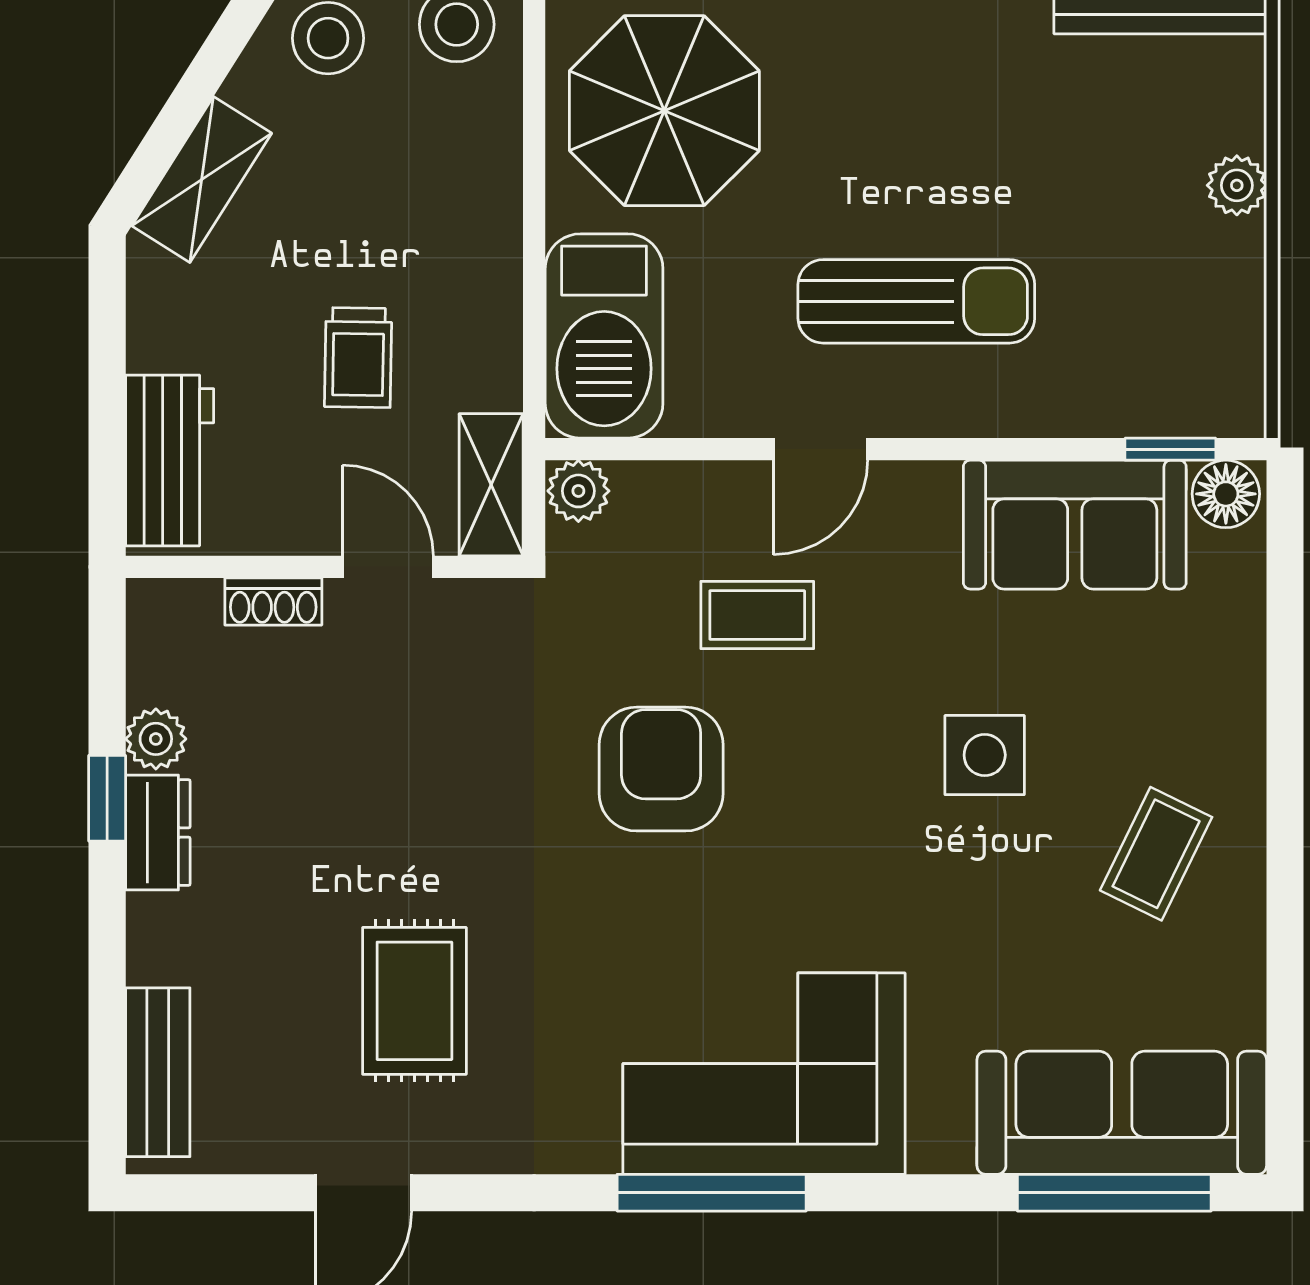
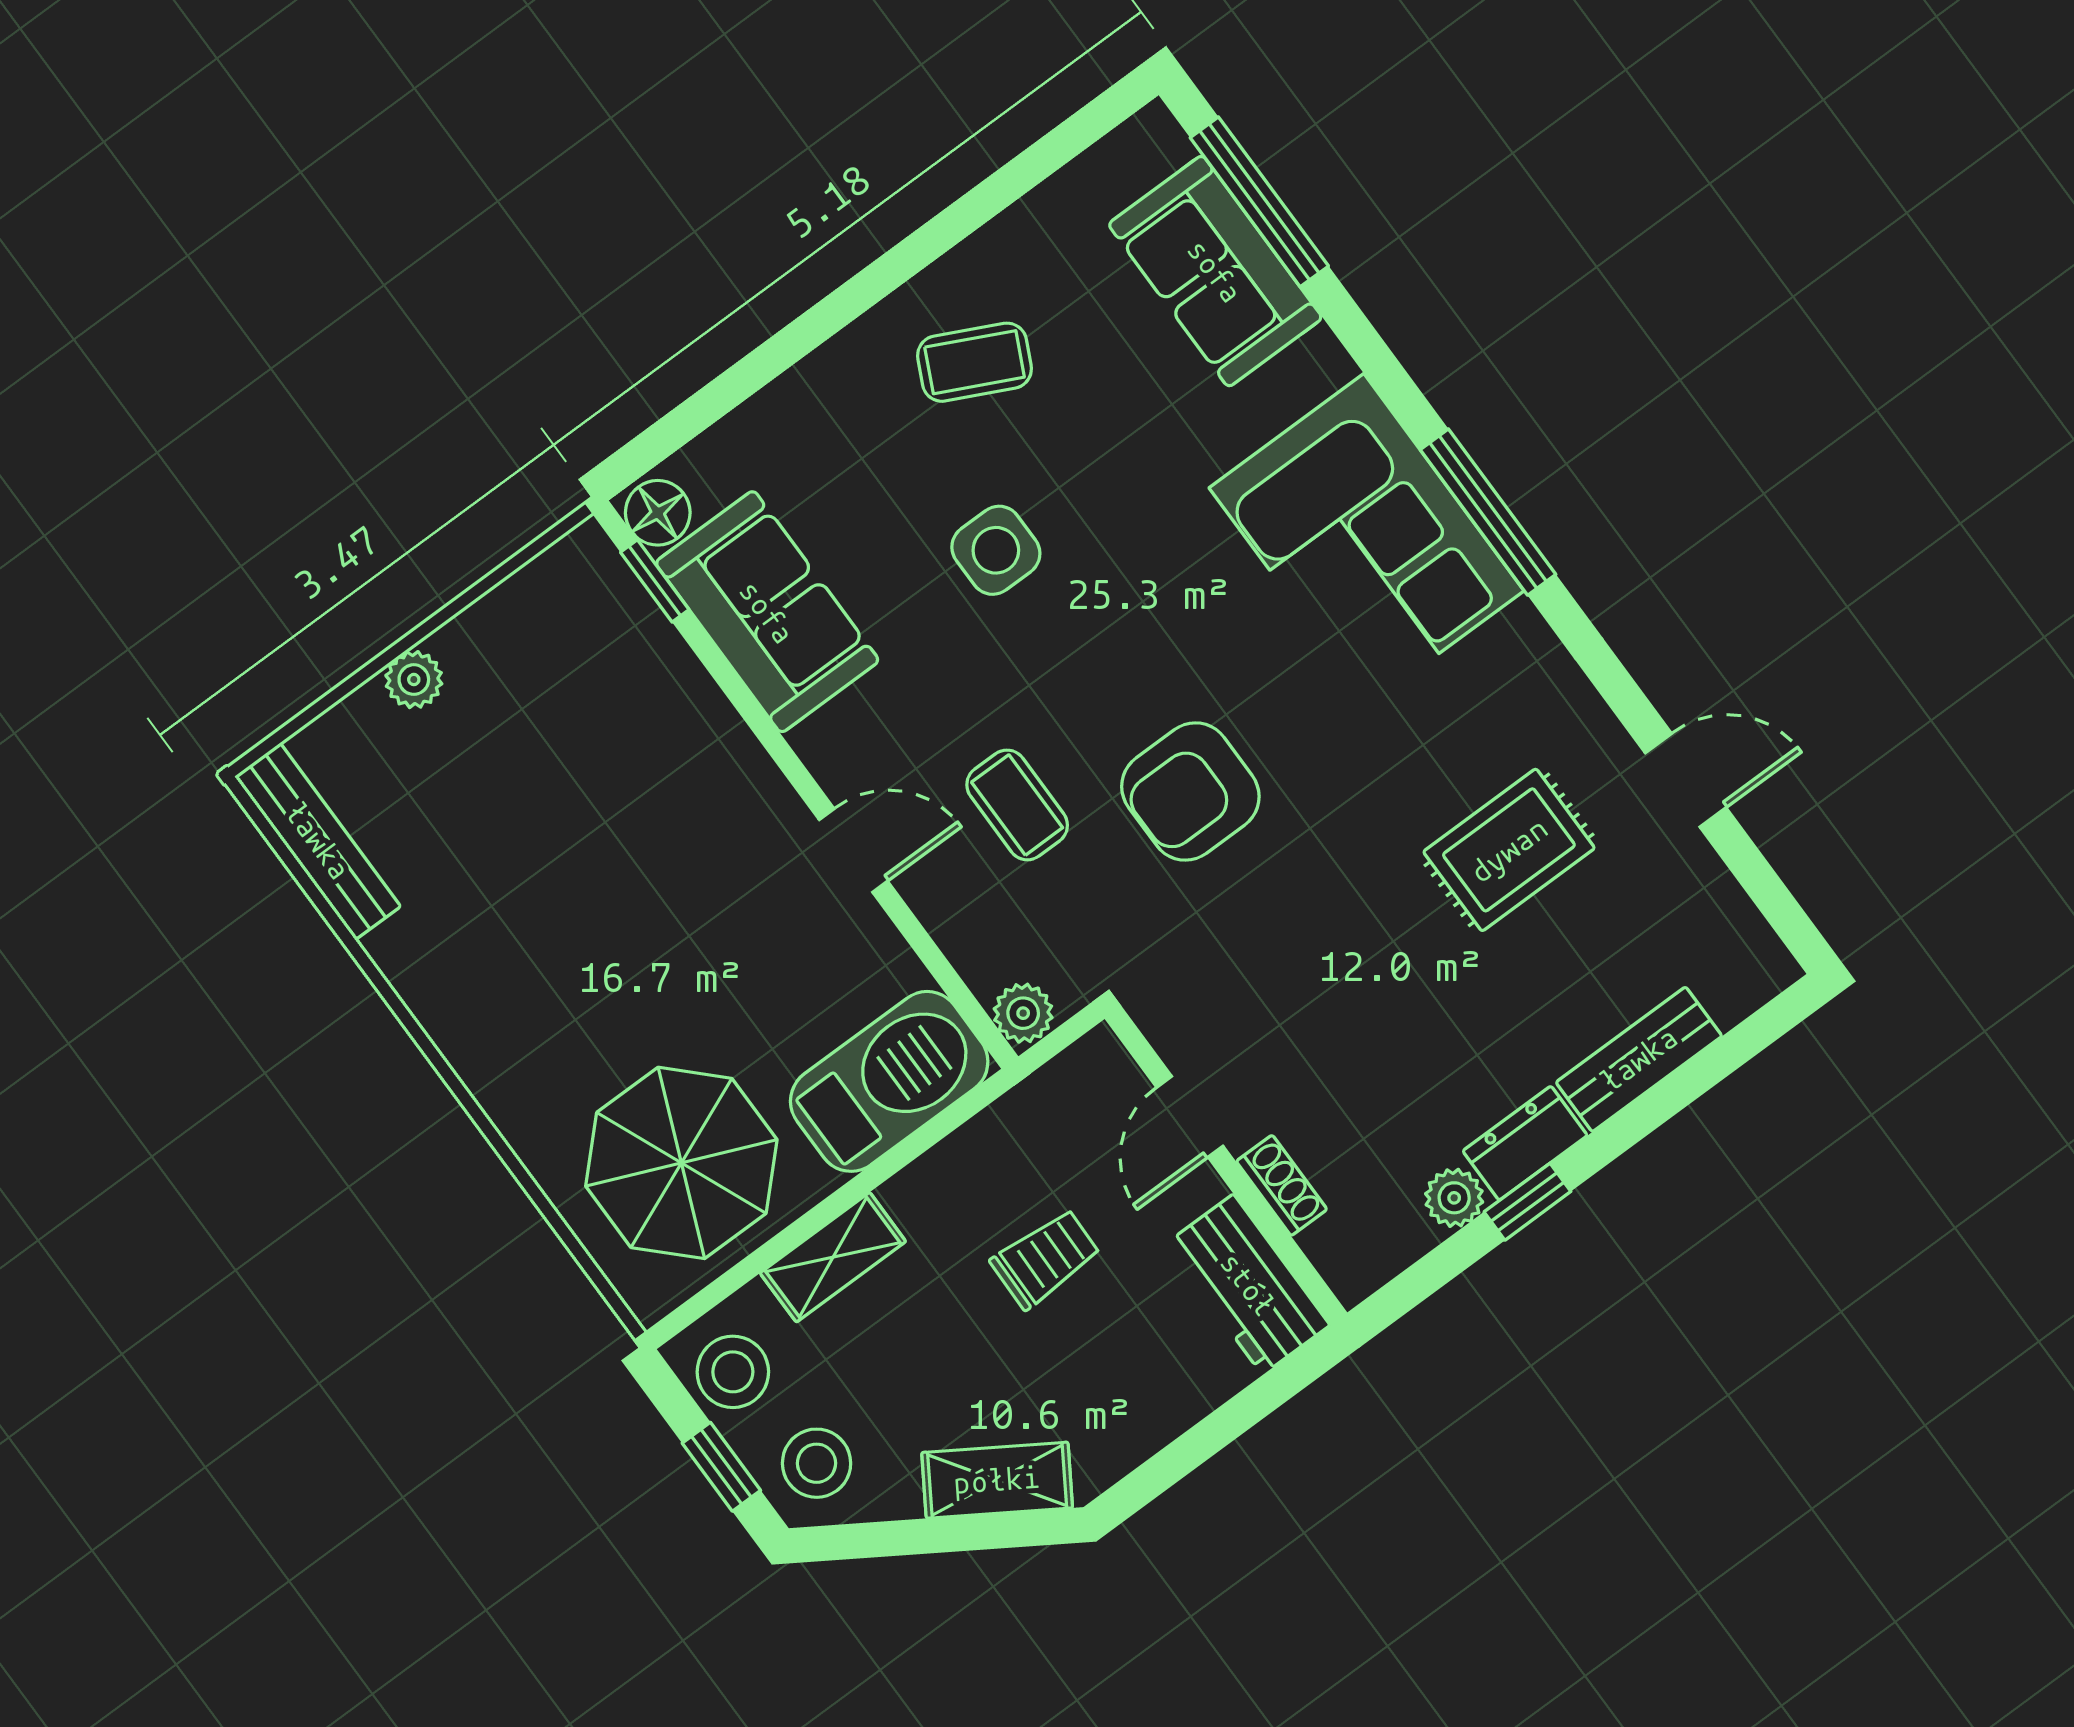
sun lounger: (916, 301) -> (685, 861), removed
workbench: (170, 460) -> (1248, 1284), moved, turned -90
shelving: (491, 485) -> (833, 1257), moved
bench: (158, 1072) -> (1639, 1059), moved
sofa: (1122, 1113) -> (1215, 271), width x0.73

